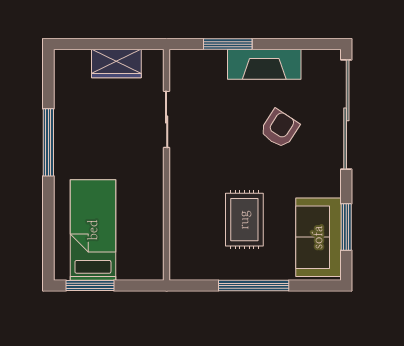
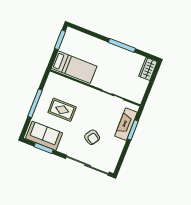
wardrobe: (116, 64) -> (148, 69), moved
fireplace: (264, 64) -> (126, 124), moved
bed: (93, 230) -> (74, 67), moved

